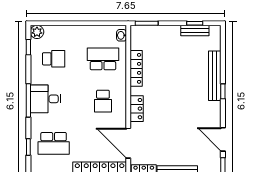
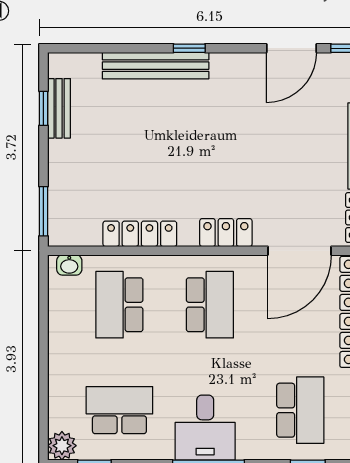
school desk: (54, 59) -> (119, 410), width x1.85
school desk: (103, 101) -> (210, 305), width x1.85

